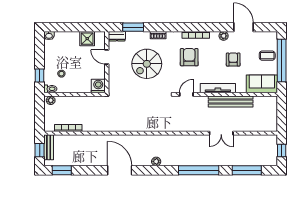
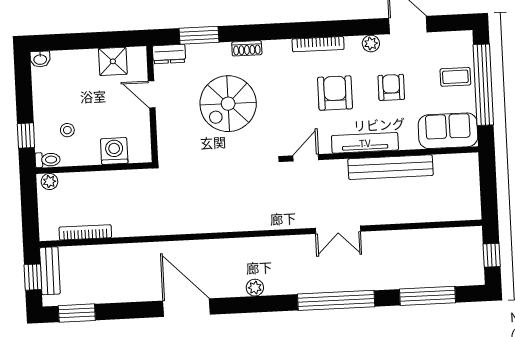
armchair: (189, 57) -> (335, 93), moved
washing machine: (98, 86) -> (114, 151), moved
double door: (221, 133) -> (338, 230), moved

